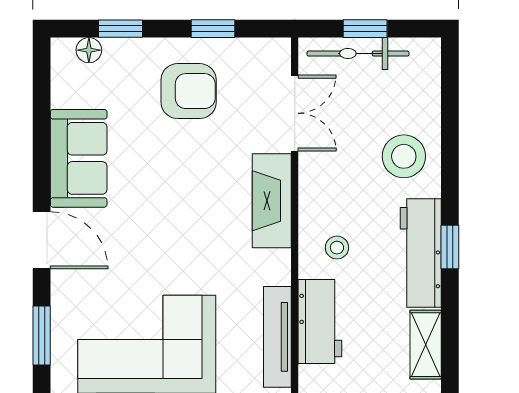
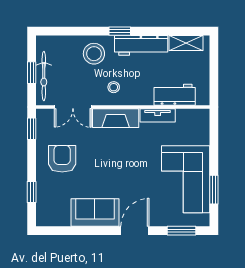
window: (213, 29) -> (32, 129), moved
floor lamp: (89, 50) -> (42, 207), removed
double door: (295, 113) -> (73, 107), swing flipped
window: (450, 247) -> (120, 31), moved
stool: (337, 248) -> (114, 87), moved
tv unit: (277, 337) -> (158, 115), moved, width x0.71

